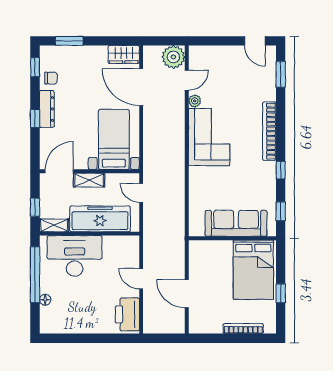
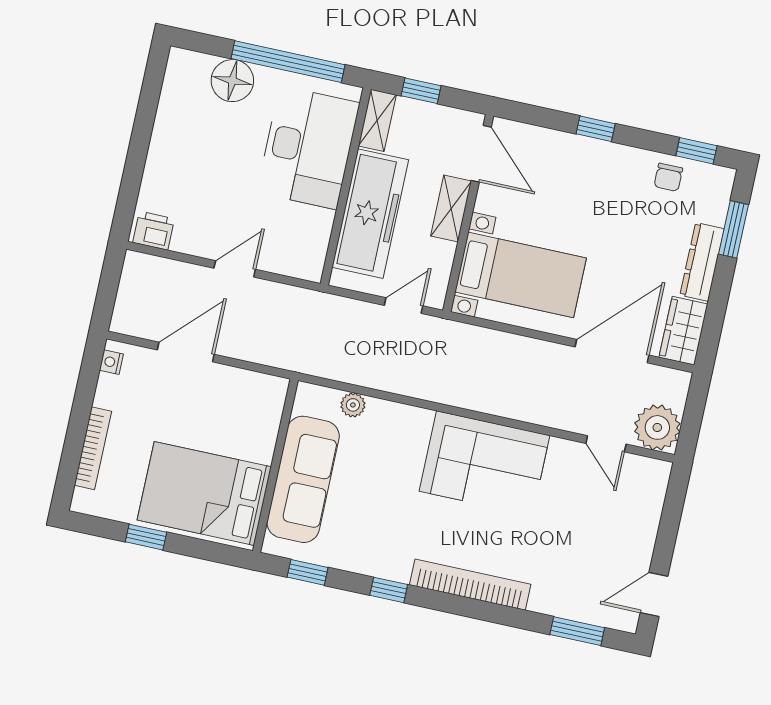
plant: (195, 101) -> (353, 405), moved
dresser: (47, 109) -> (702, 262), moved, turned 90
floor lamp: (45, 300) -> (232, 81), width x1.89, depth x1.89
printer: (127, 314) -> (154, 231), width x0.53, depth x0.68
nightstand: (199, 329) -> (111, 362), added

